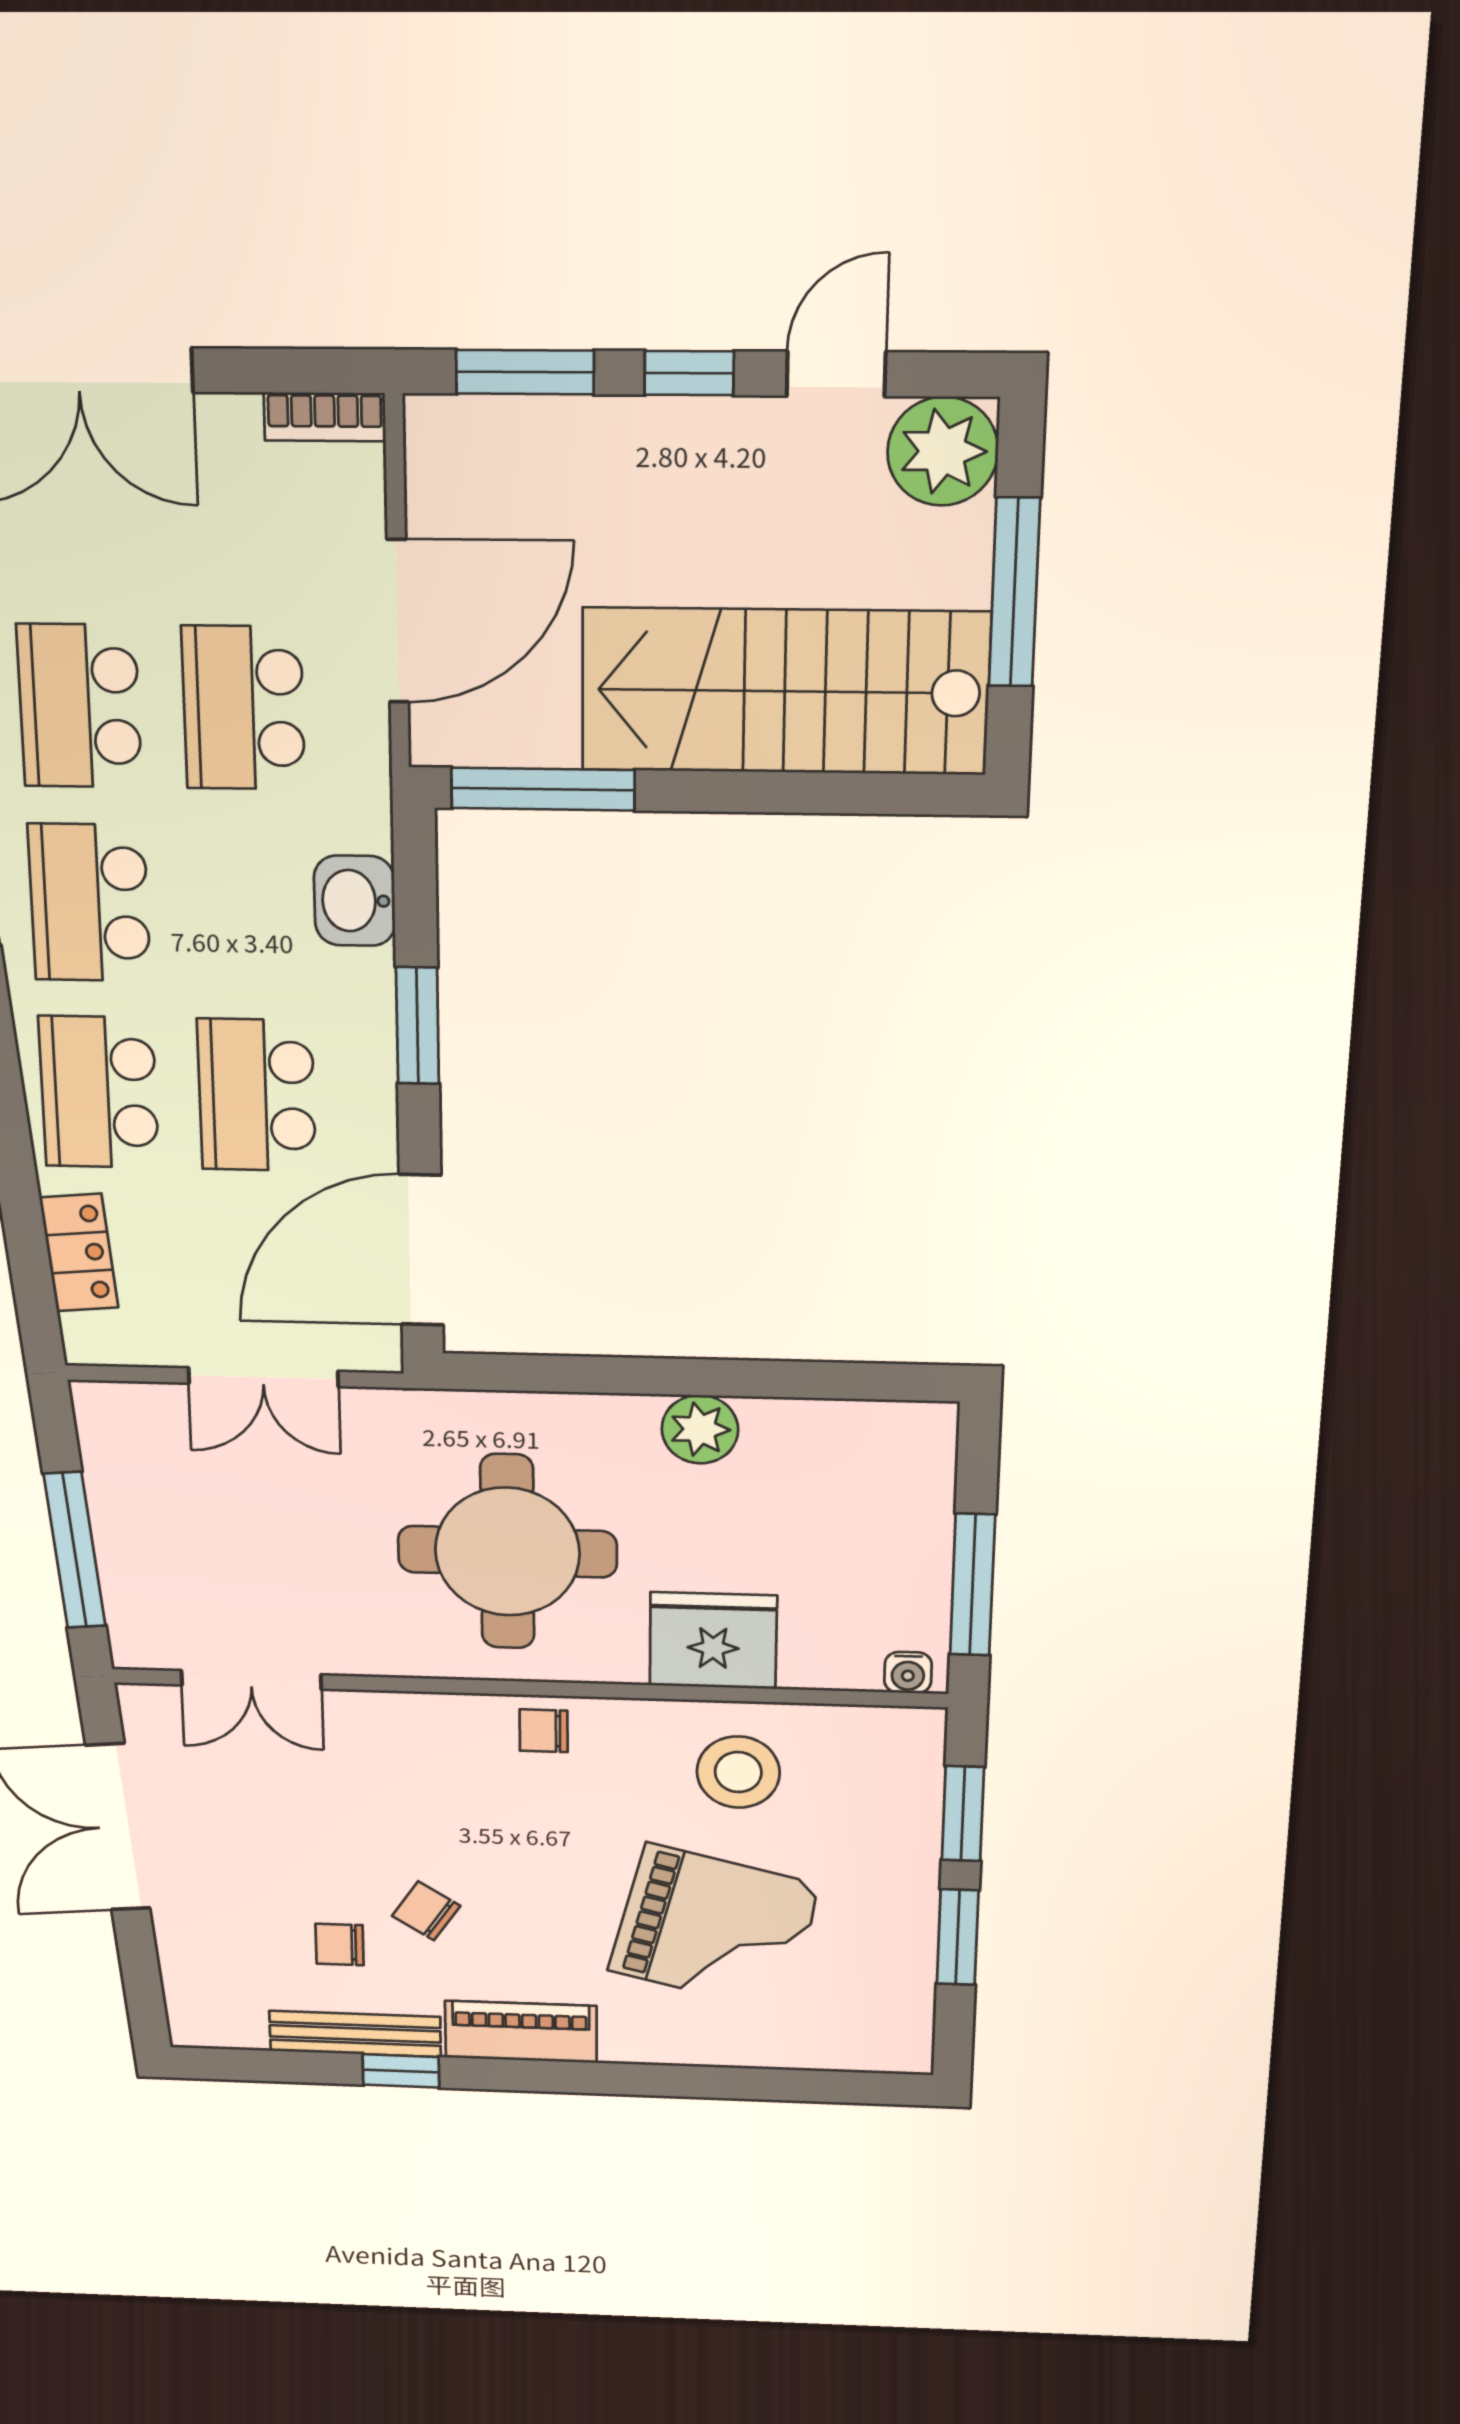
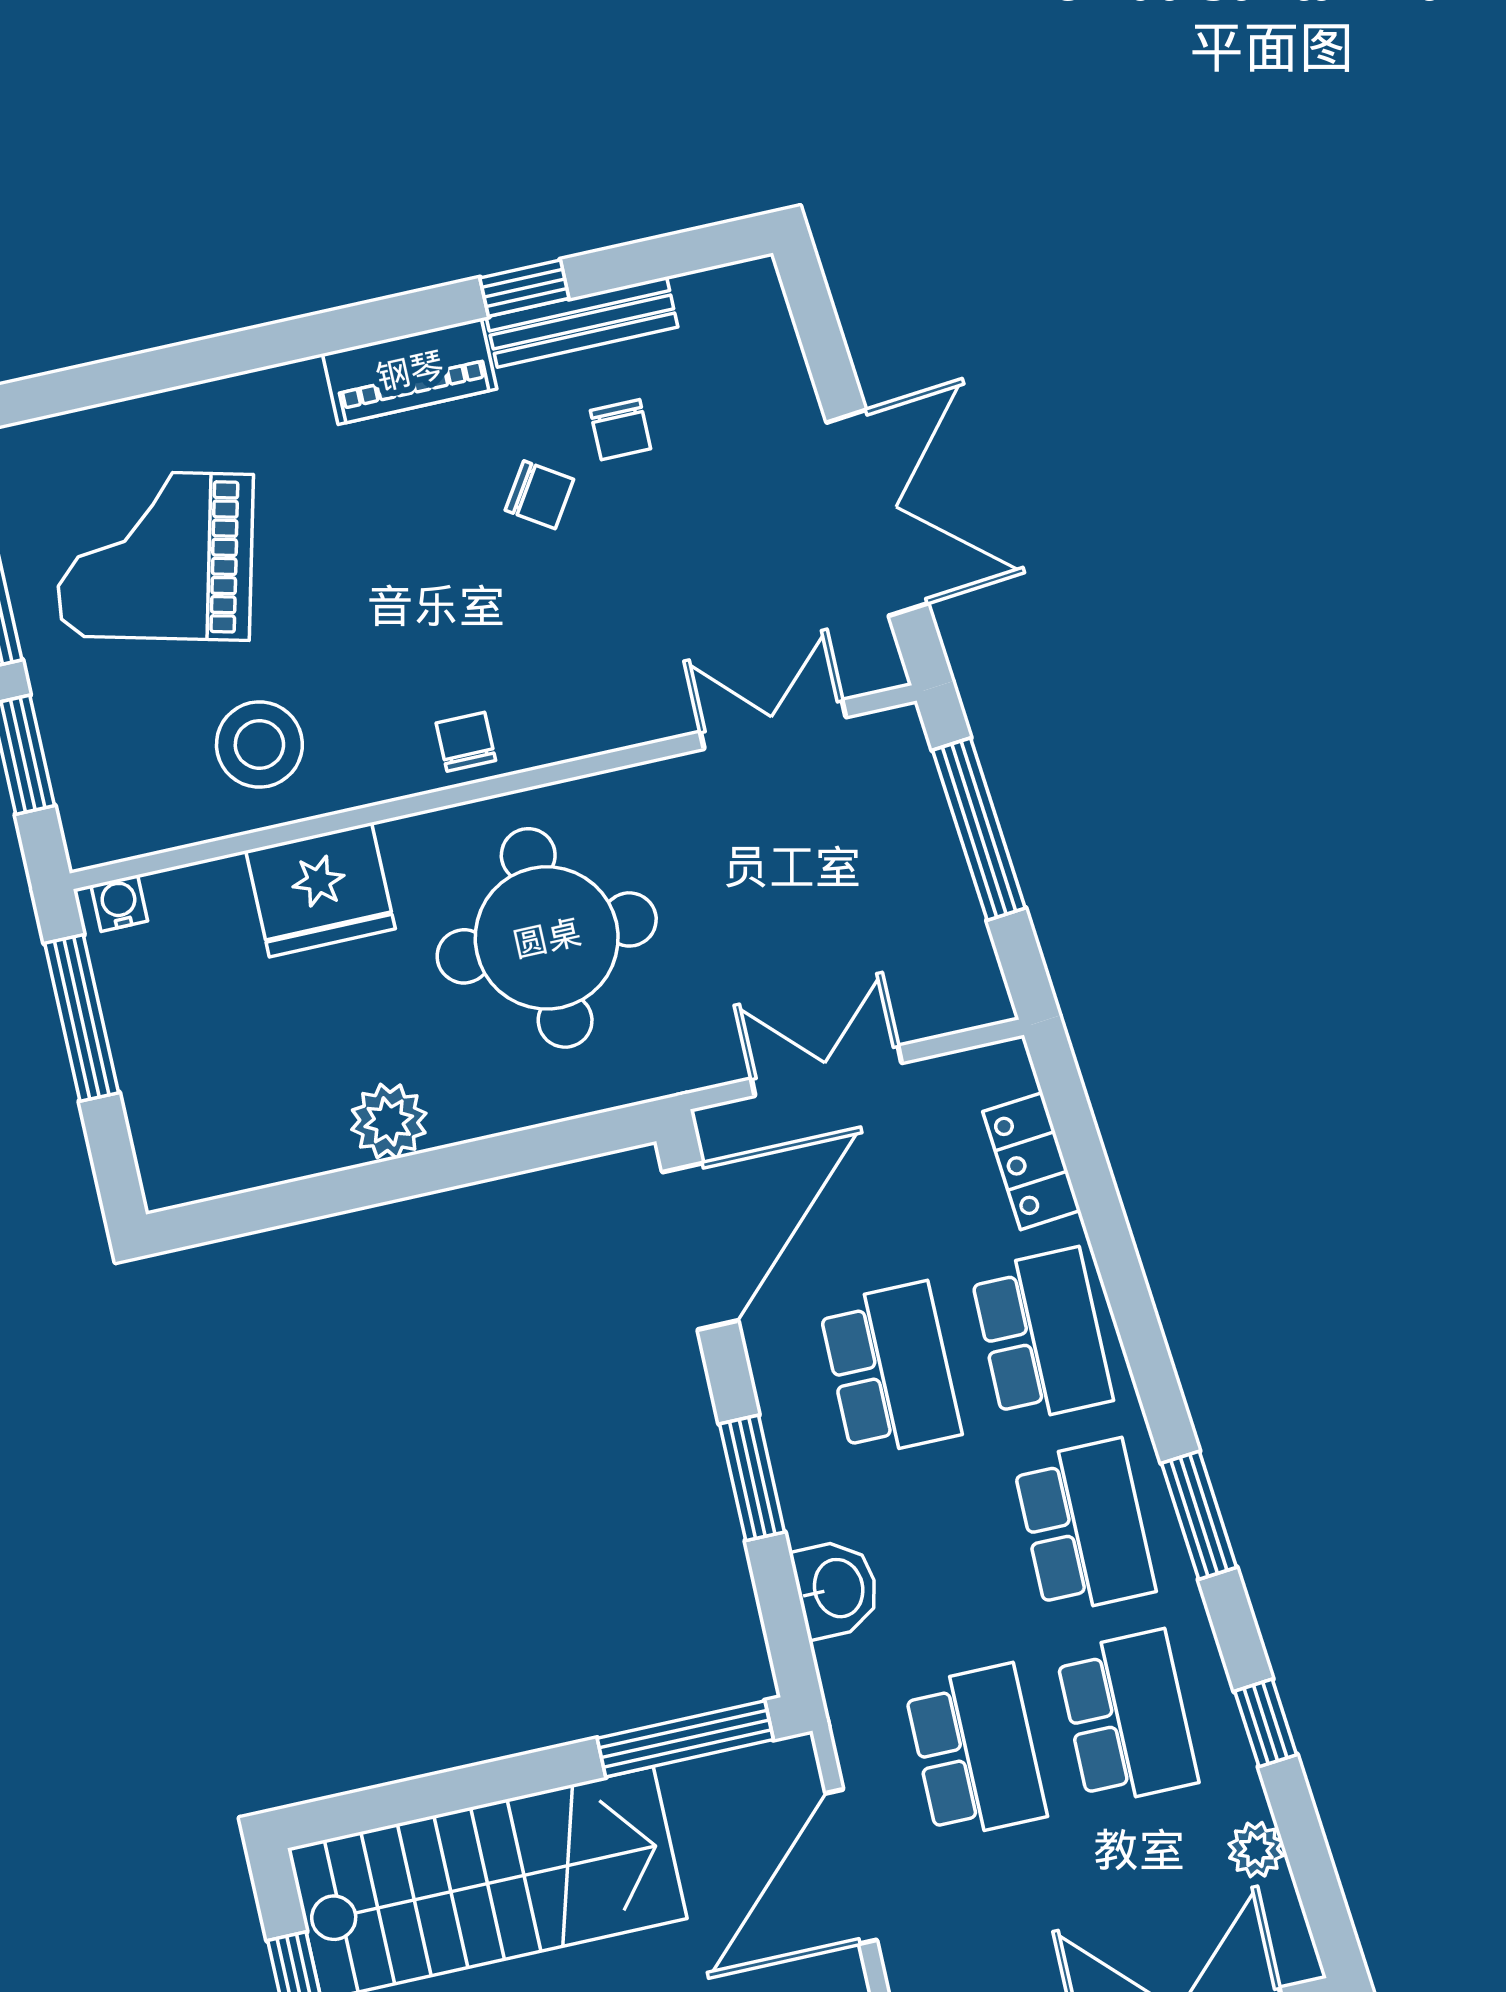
chair: (544, 1731) -> (466, 742), turned -90
grand piano: (714, 1928) -> (155, 555), moved
chair: (340, 1944) -> (620, 430), turned 90

